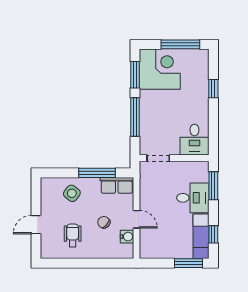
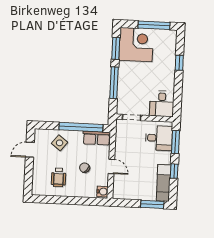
window: (97, 173) -> (81, 127), width x1.46
desk: (193, 198) -> (159, 138), moved
door: (36, 225) -> (30, 150), moved
window: (213, 234) -> (174, 171), moved
wheelchair: (73, 235) -> (59, 177), turned 180
water cooler: (127, 237) -> (102, 192), moved

